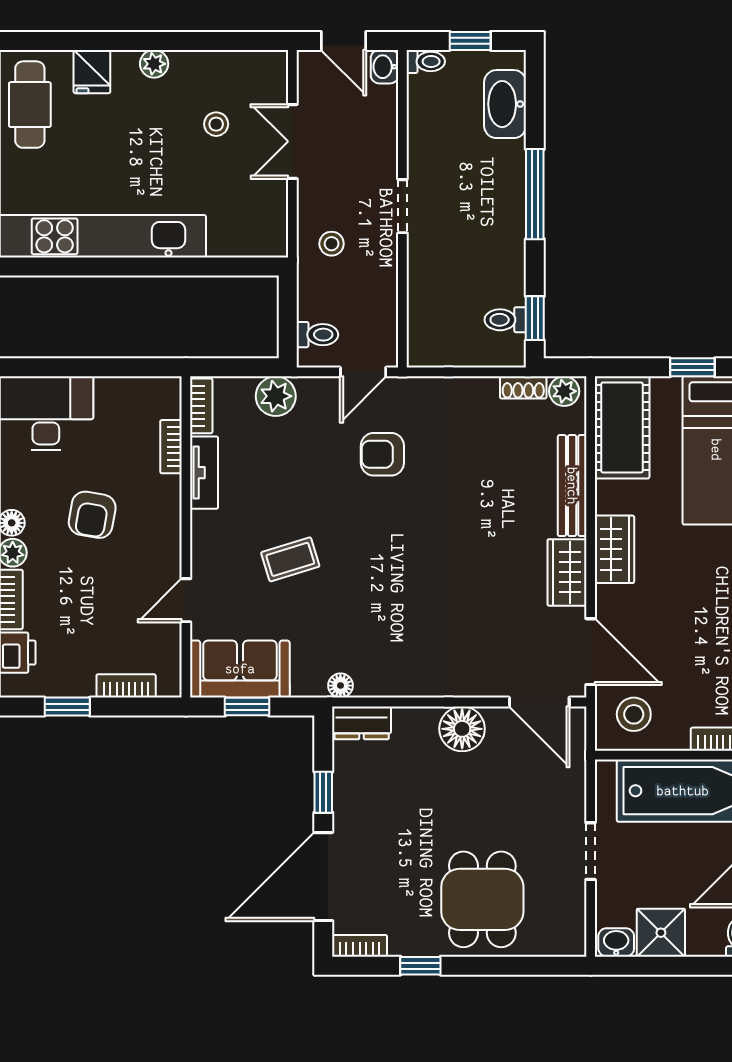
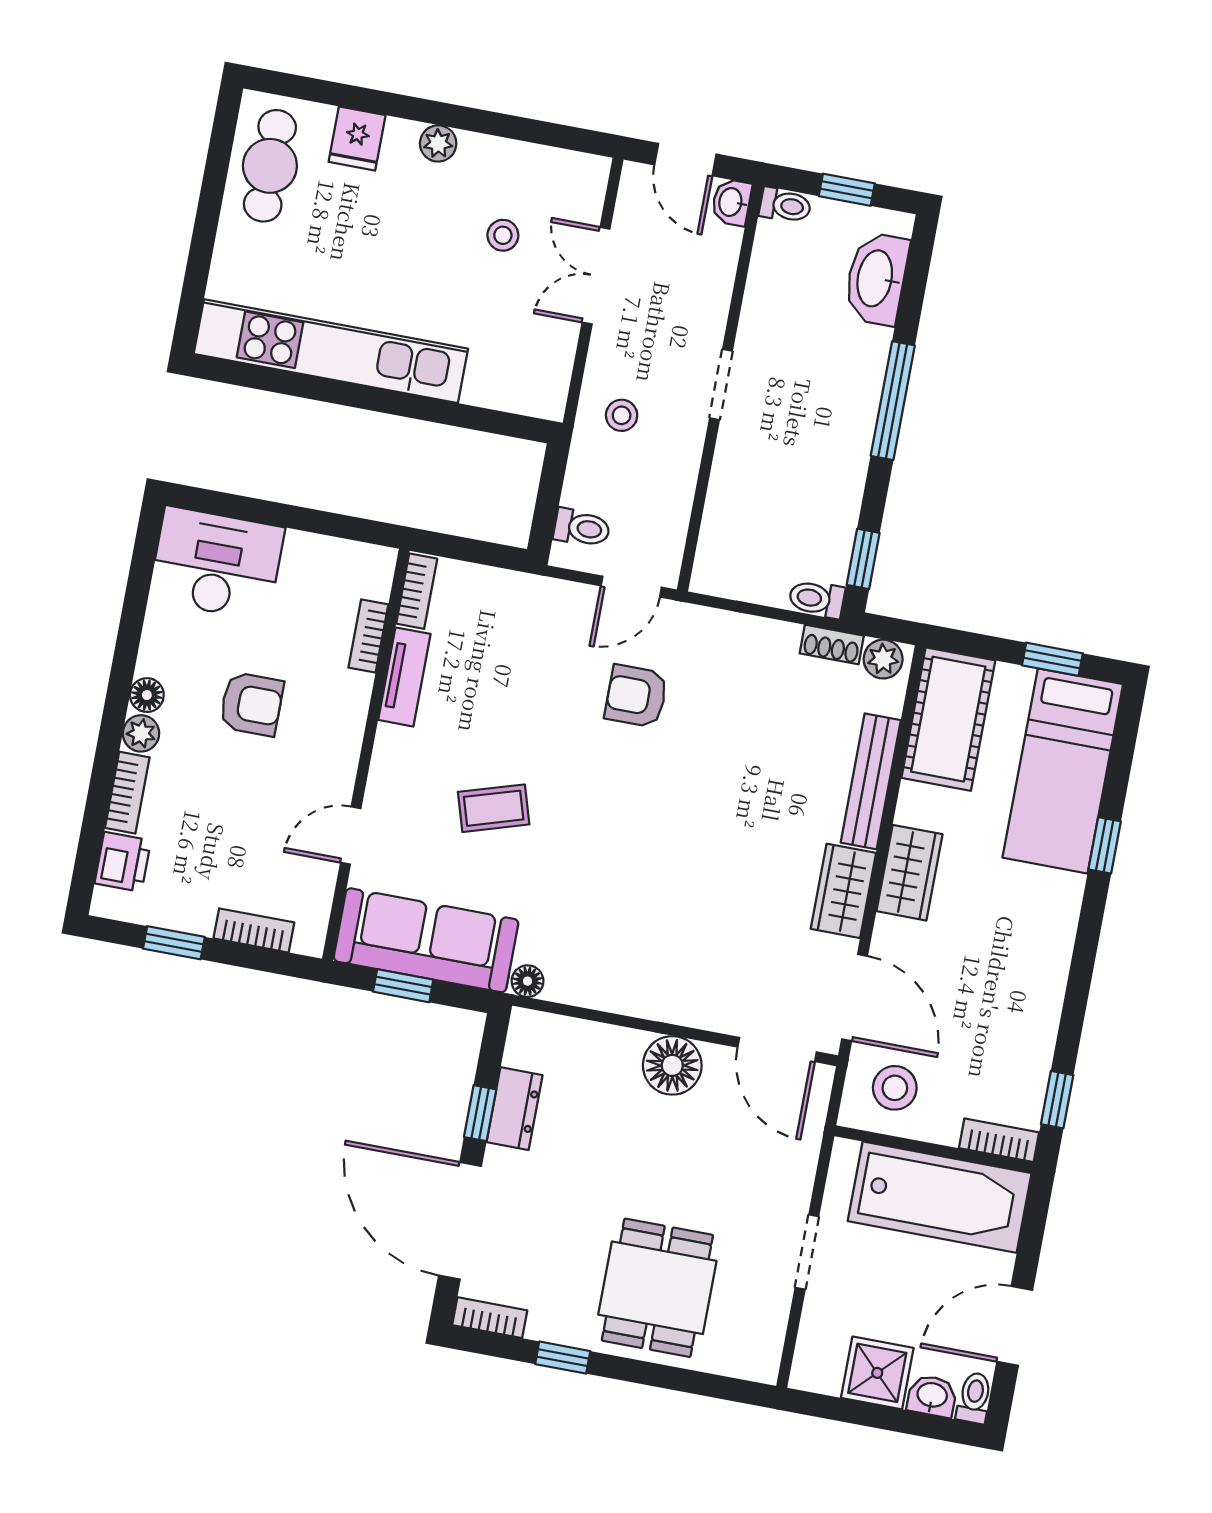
toilet: (505, 320) -> (817, 599), moved
plant: (276, 396) -> (514, 597), removed
armchair: (92, 515) -> (251, 704), turned -100
sofa: (240, 669) -> (426, 940), width x1.36
dresser: (362, 723) -> (515, 1109), moved, turned -90
door: (323, 877) -> (460, 1221), hinge flipped
washbasin: (616, 942) -> (932, 1396), moved

